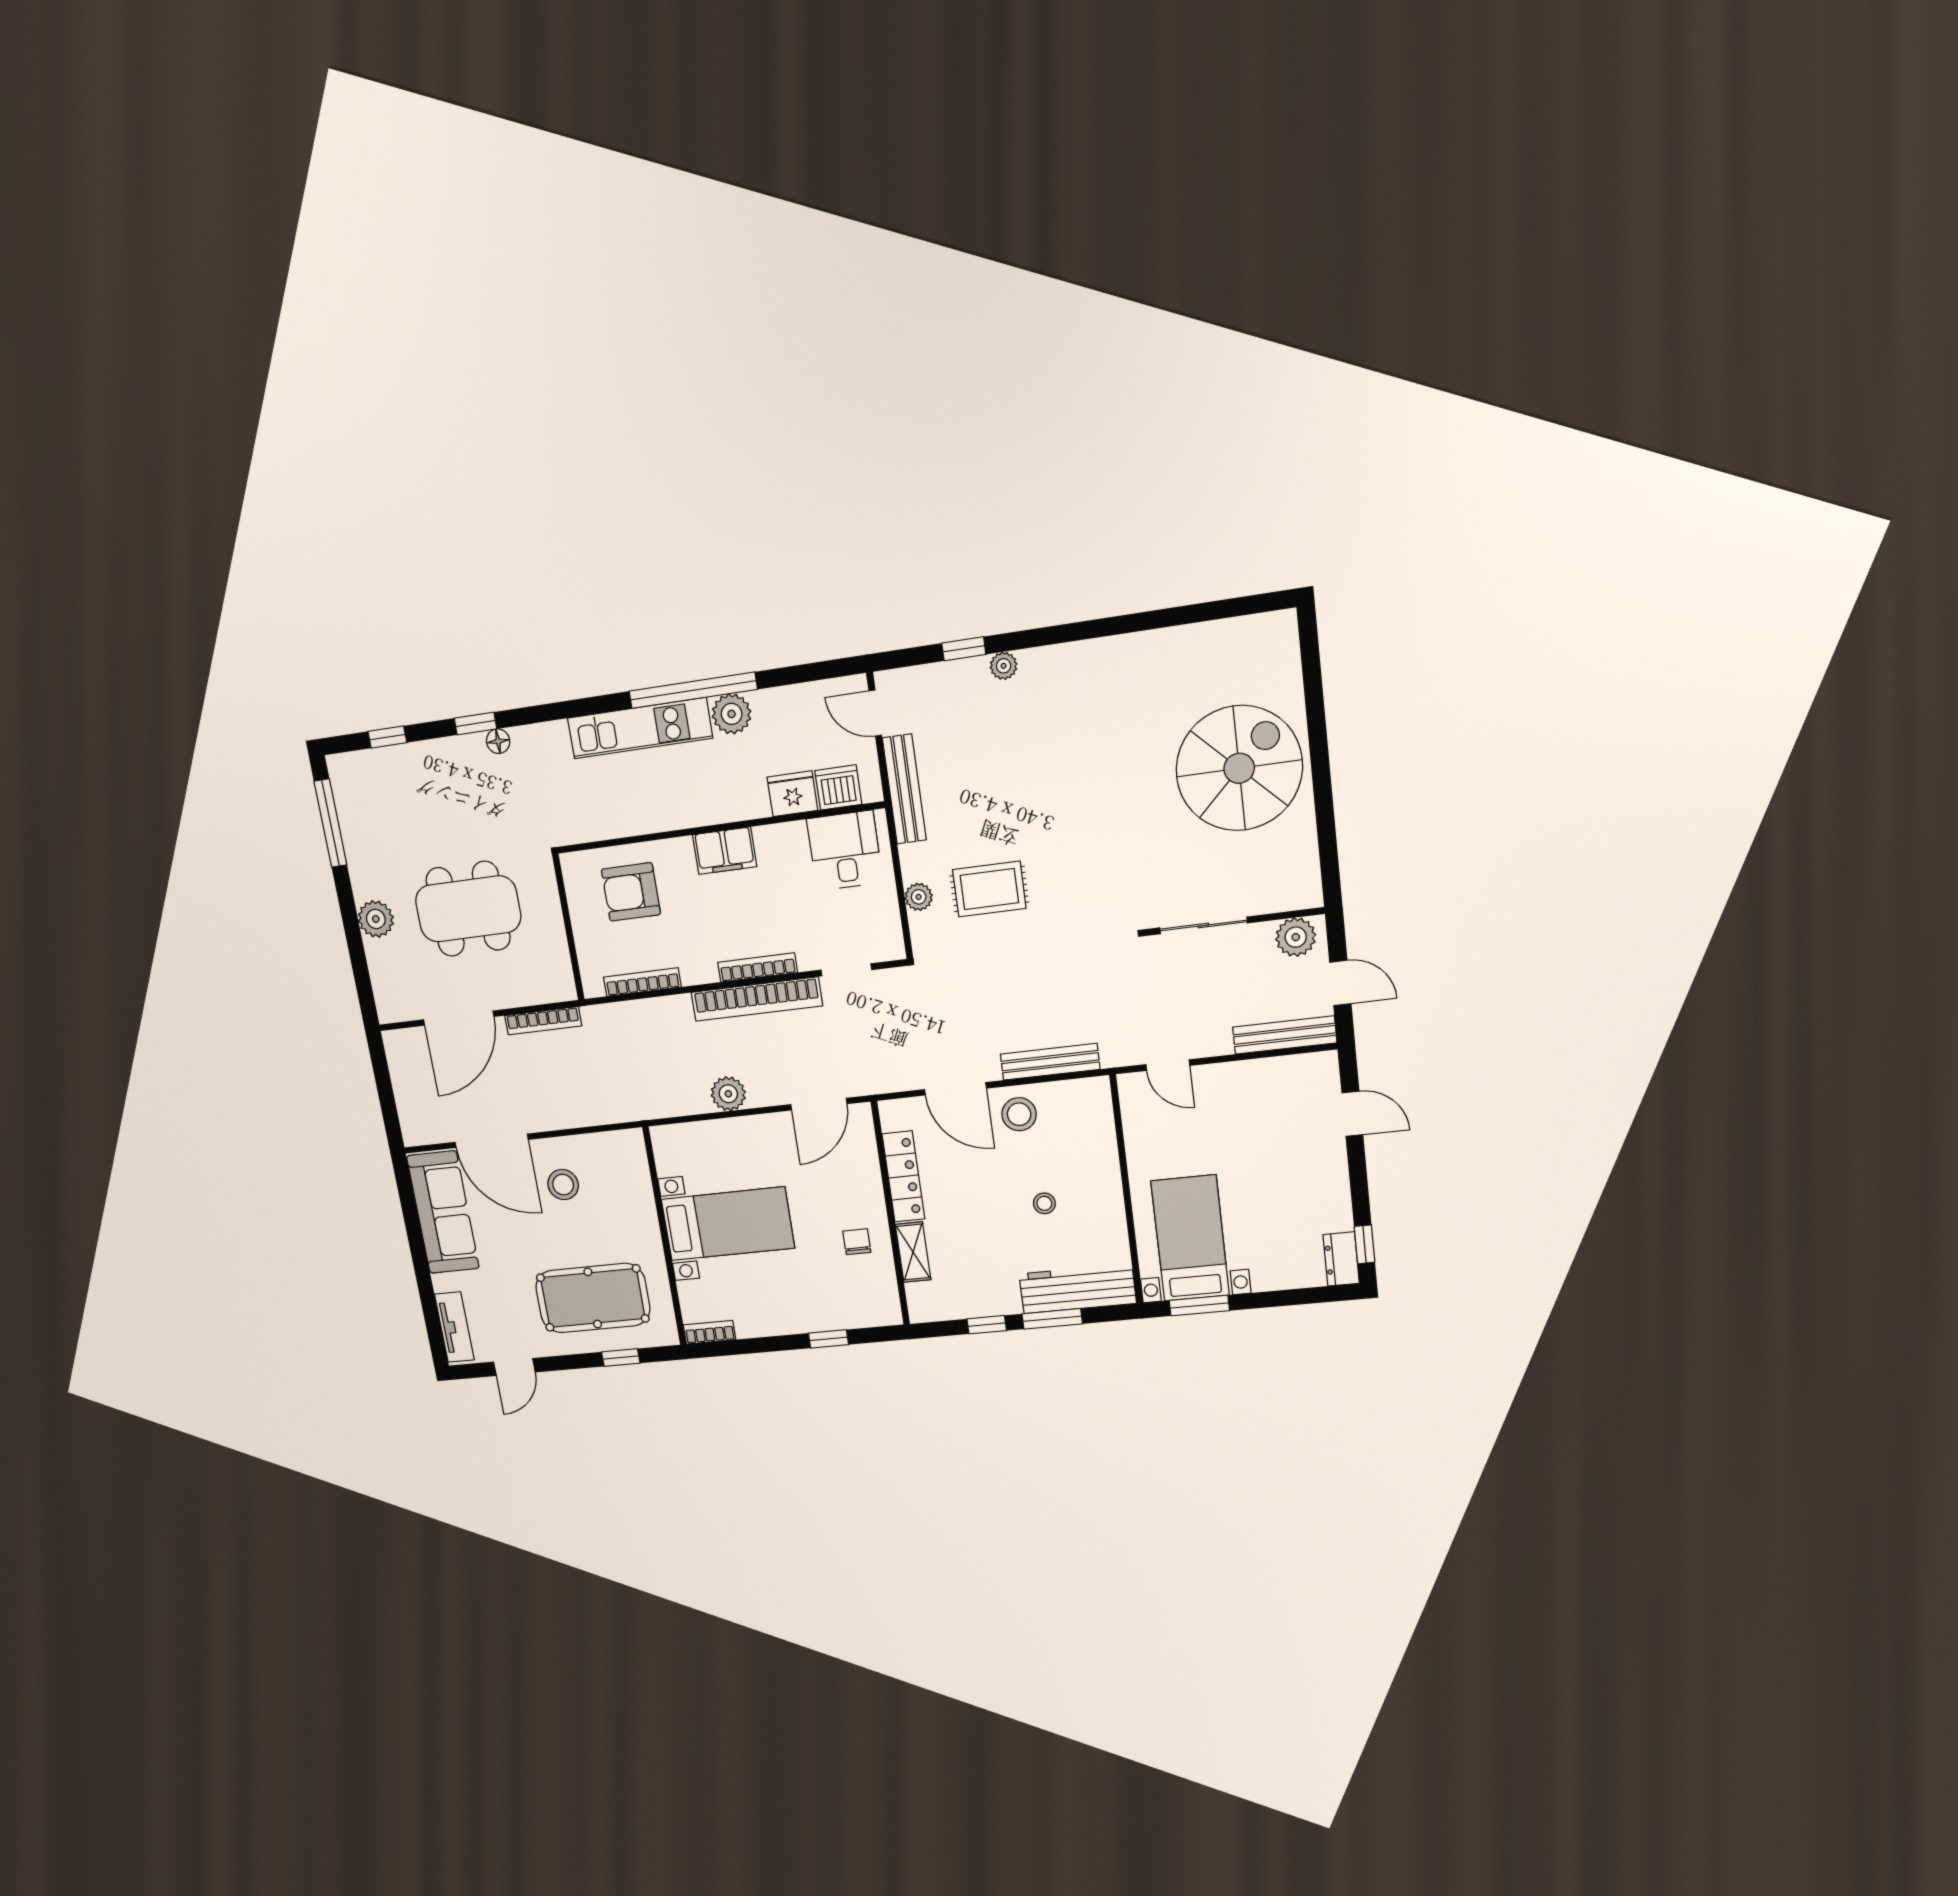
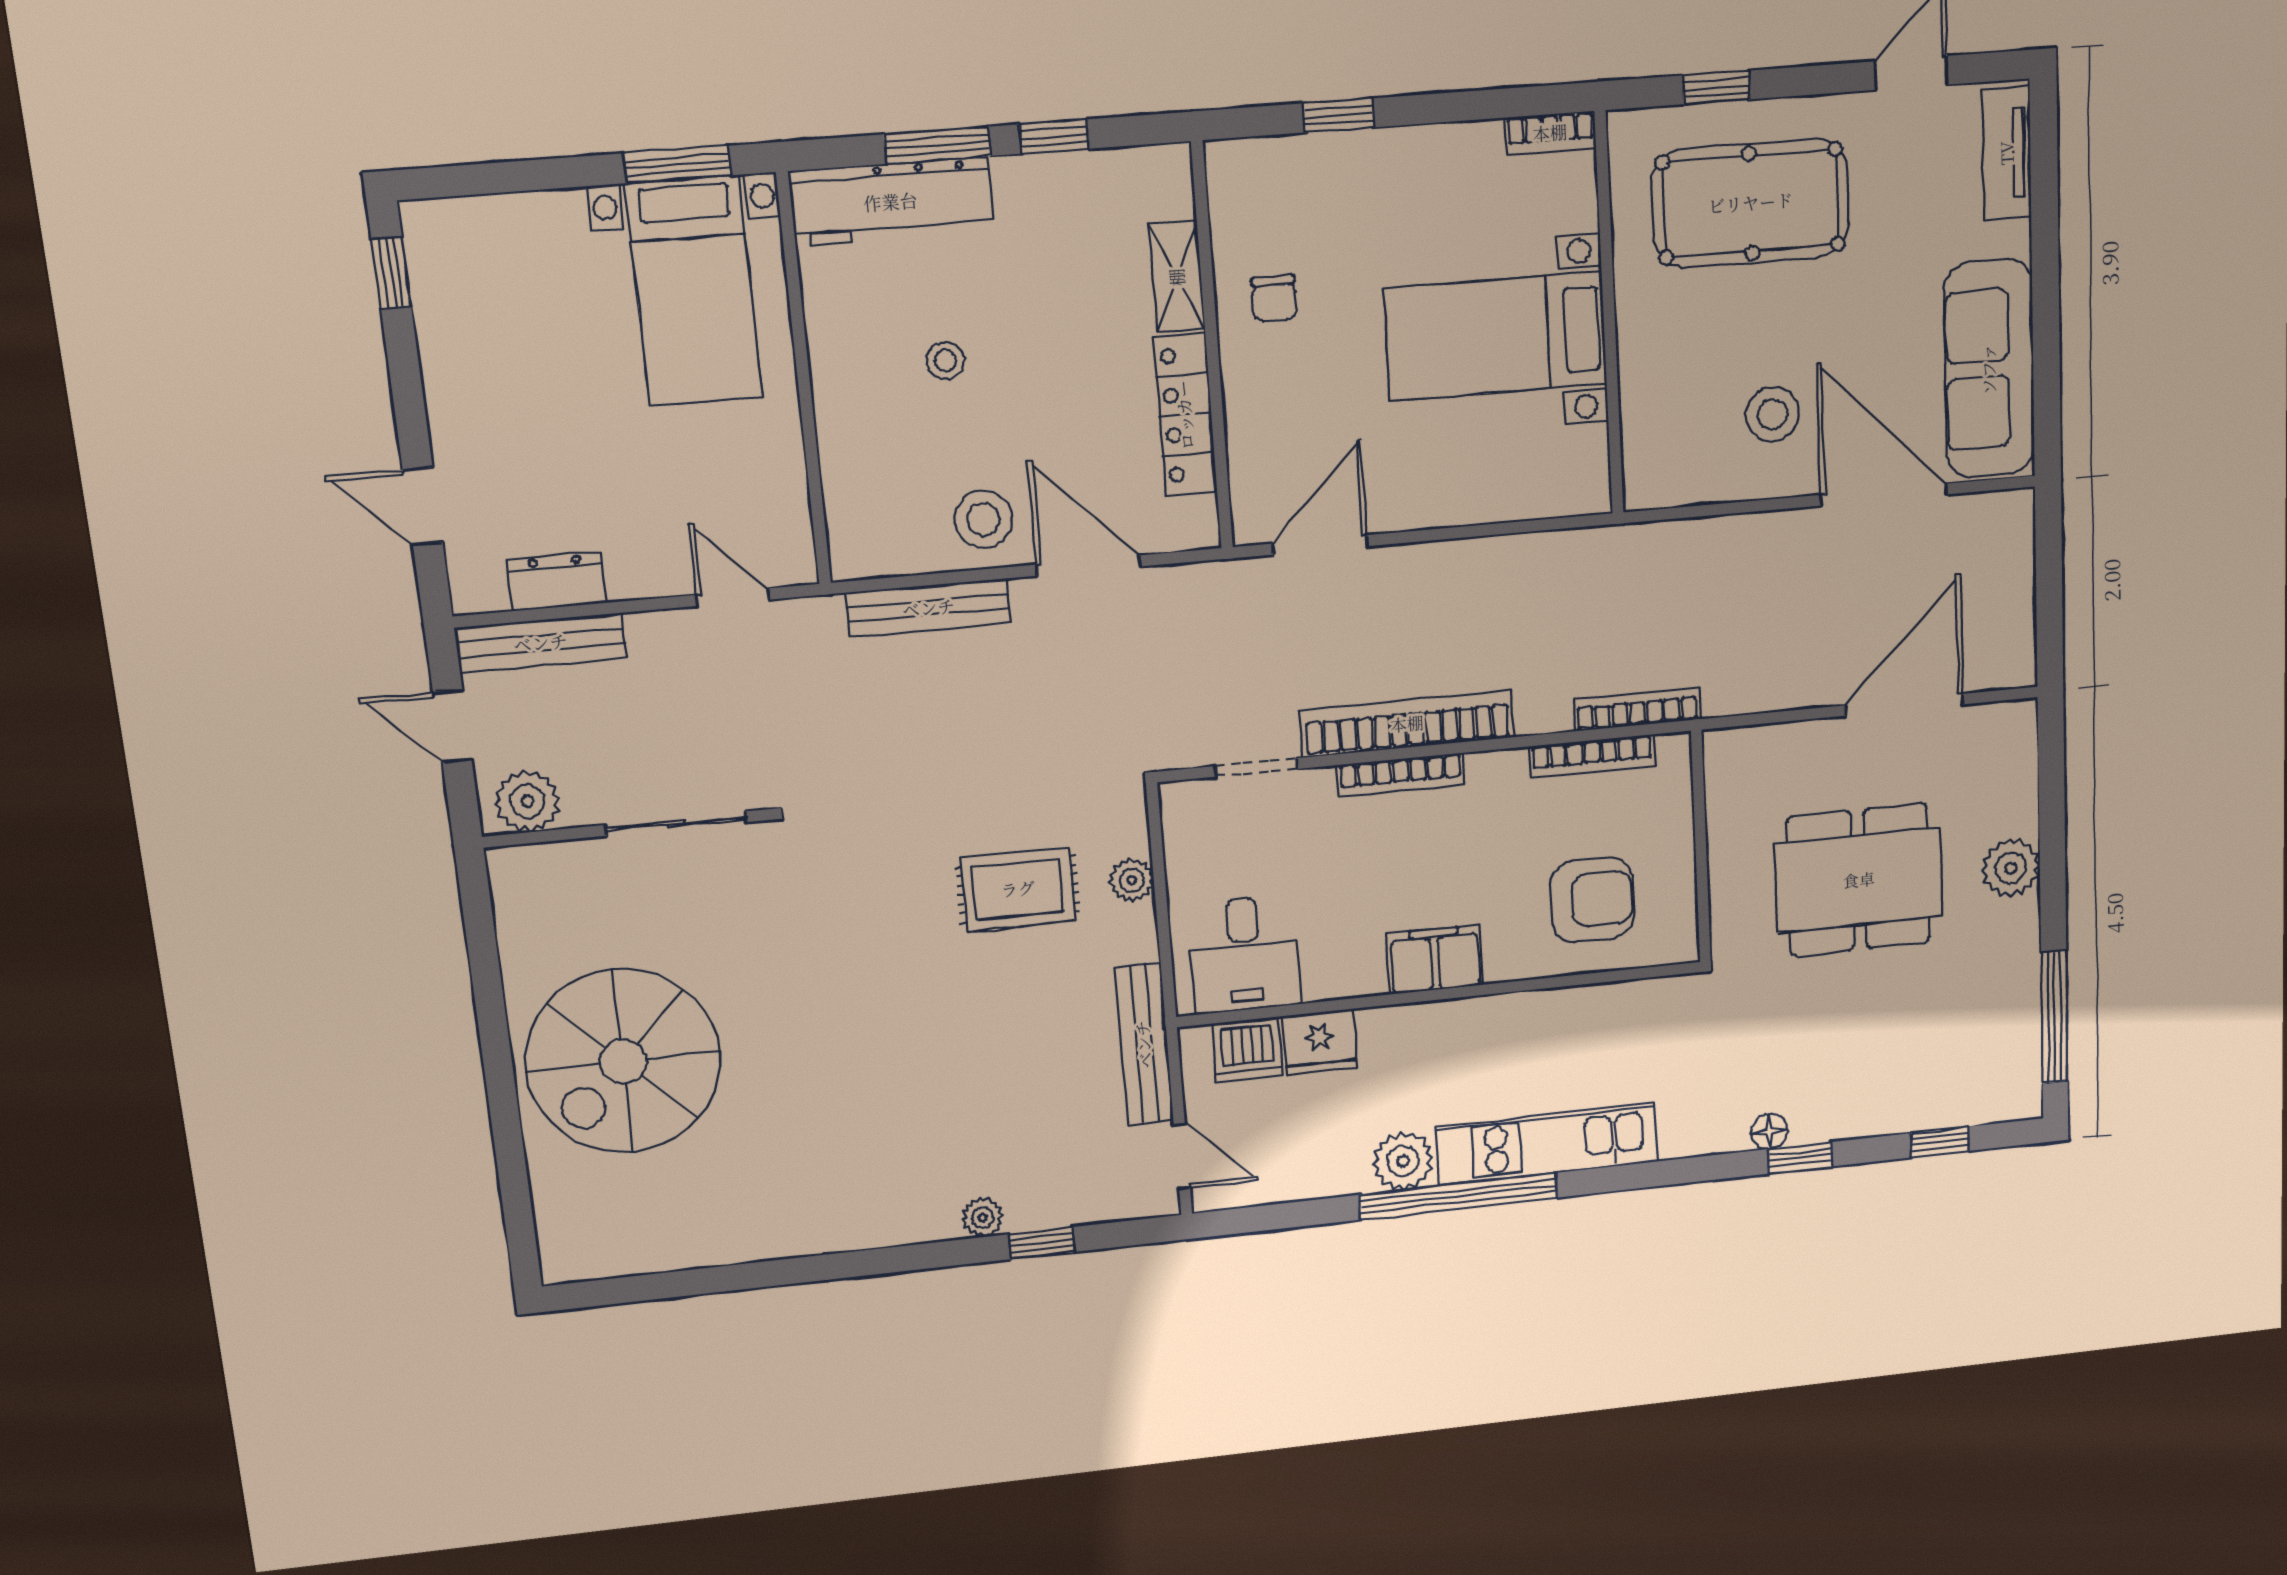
bookcase: (543, 1021) -> (1637, 709), moved
plant: (728, 1094) -> (1471, 566), removed
dresser: (1341, 1259) -> (557, 581), moved, turned -90

